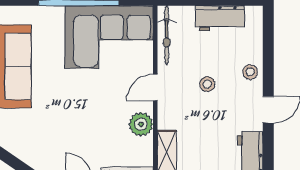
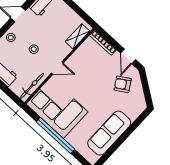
plant: (141, 124) -> (78, 58), removed
armchair: (54, 144) -> (123, 84), added

